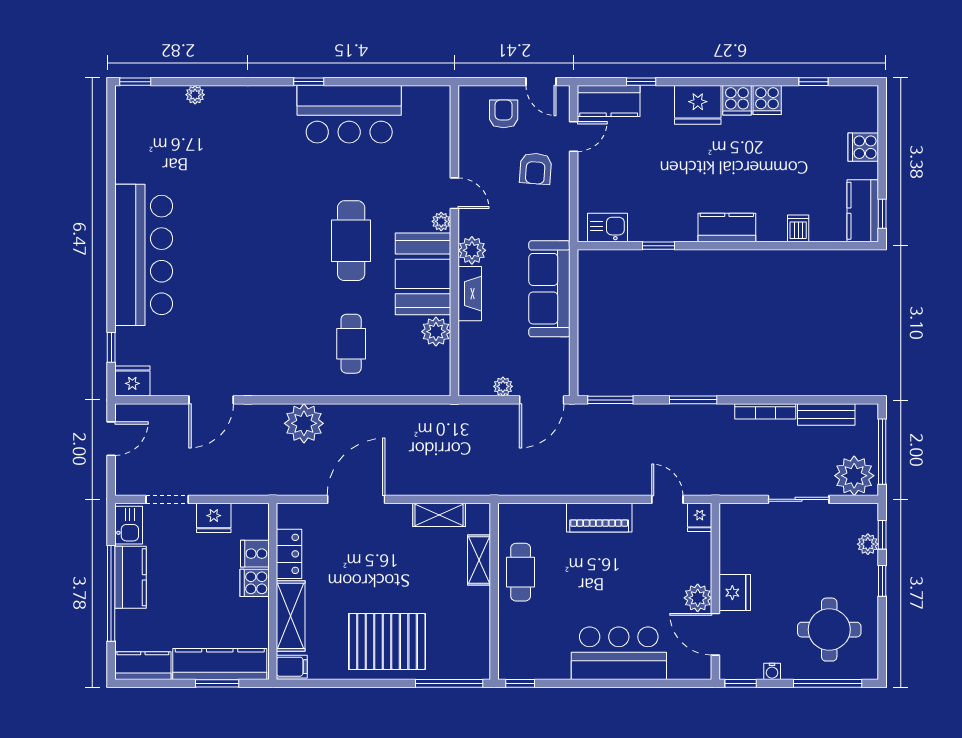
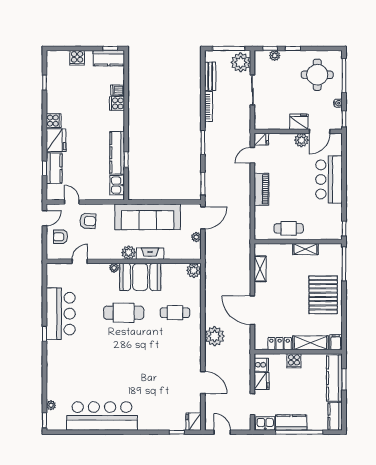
plant: (195, 95) -> (51, 405), moved
cooker: (767, 100) -> (117, 103), moved, turned 180
kitchen counter: (609, 101) -> (54, 168), moved
door: (454, 193) -> (80, 261), moved
kitchen counter: (727, 228) -> (117, 153), moved, width x1.50
bar counter: (144, 255) -> (102, 416), moved
sofa: (549, 289) -> (148, 217), width x1.36, depth x1.27
plant: (436, 332) -> (194, 270), moved
door: (542, 400) -> (203, 218), hinge flipped
cooker: (255, 554) -> (261, 365), moved, turned -90
shelving: (479, 560) -> (305, 249), moved

